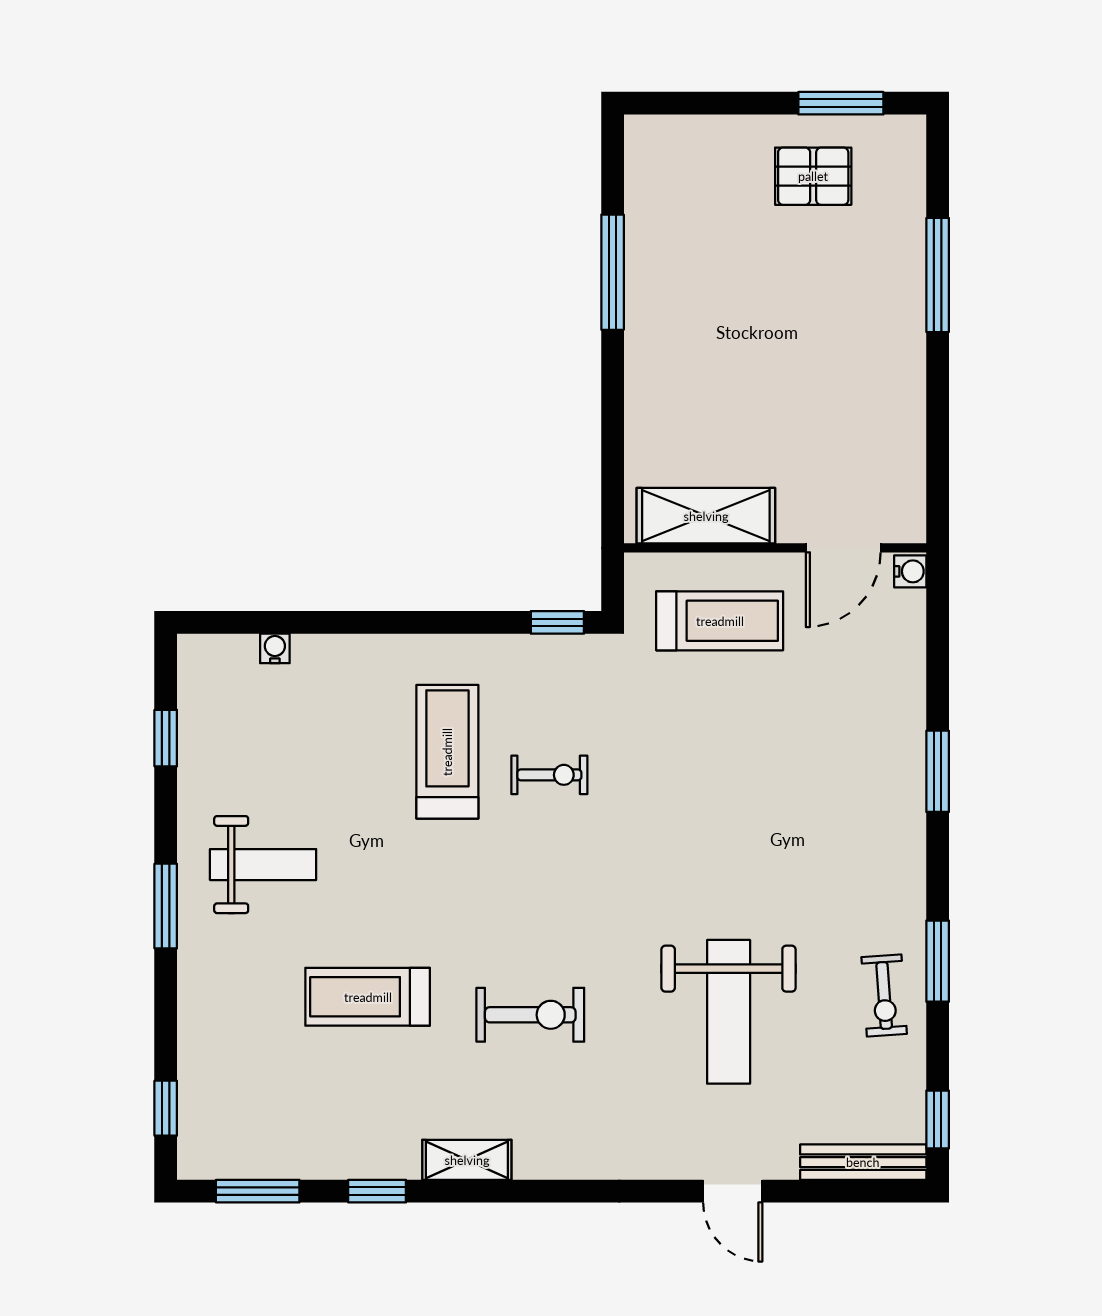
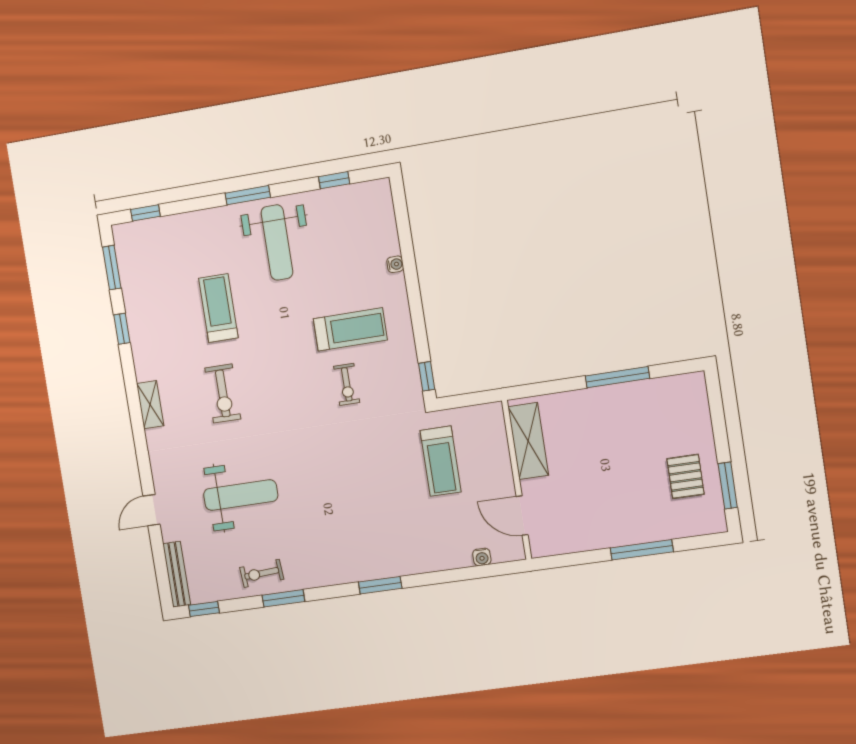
shelving: (706, 516) -> (528, 441), moved
wall: (775, 548) -> (517, 480), moved
door: (843, 548) -> (522, 516), moved
water cooler: (275, 648) -> (395, 264), moved
weight bench: (263, 865) -> (277, 242), width x1.36, depth x1.33
weight bench: (729, 1012) -> (241, 495), turned 180
shelving: (467, 1160) -> (150, 405), moved

